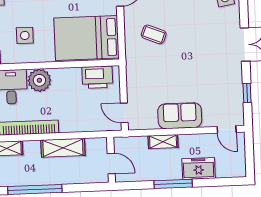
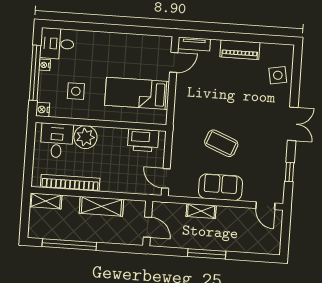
coffee table: (154, 34) -> (221, 143), moved, width x1.36, depth x1.30
bed: (86, 38) -> (137, 93), width x0.67
freezer: (199, 169) -> (233, 241), removed

